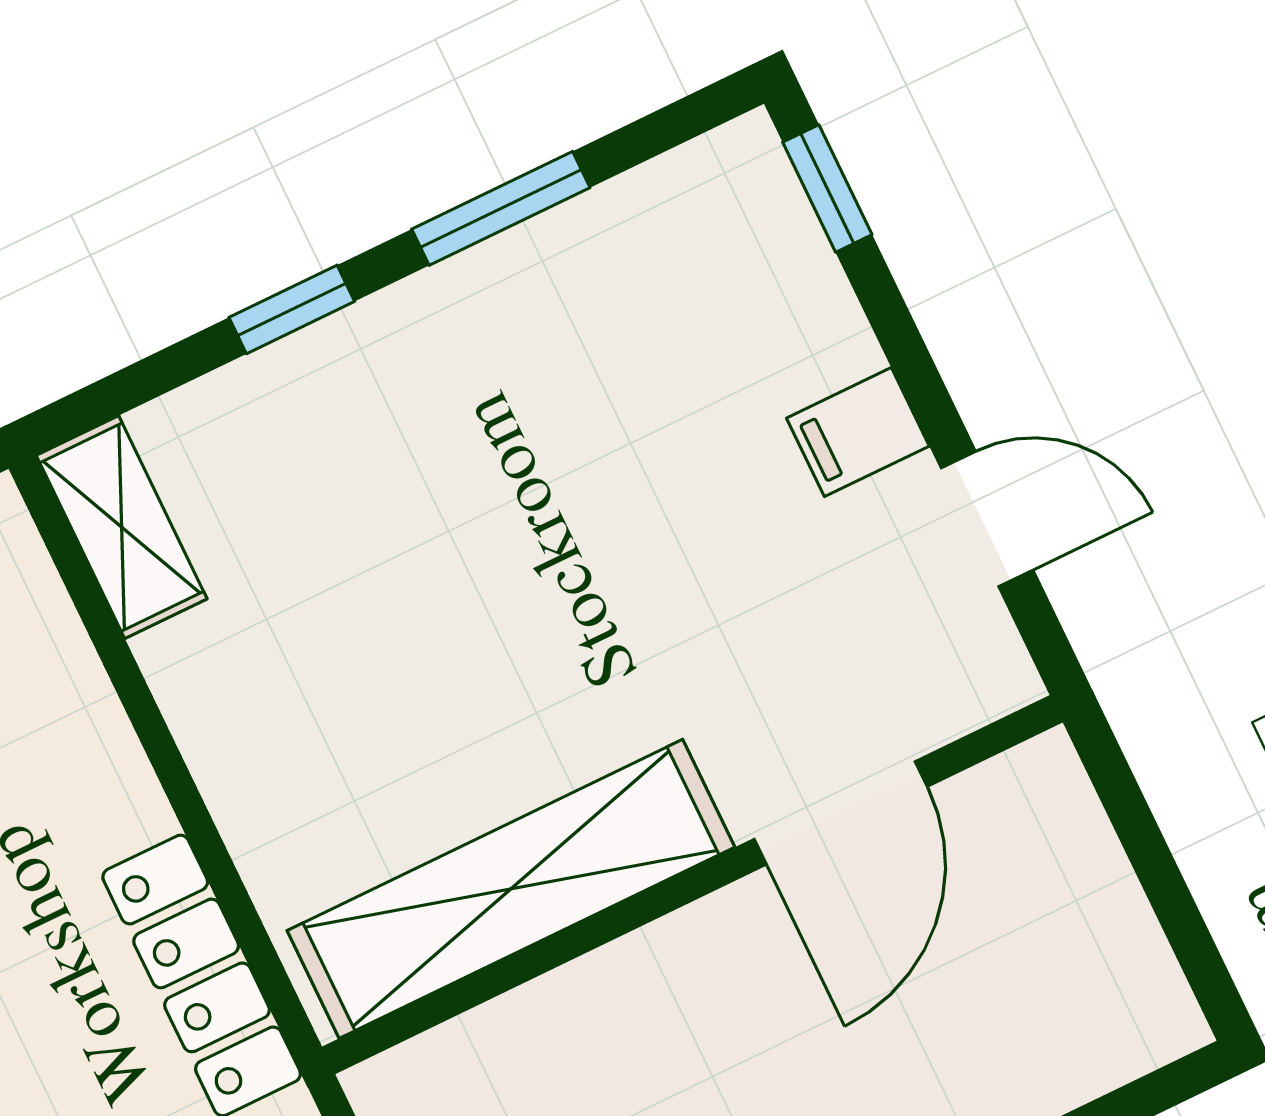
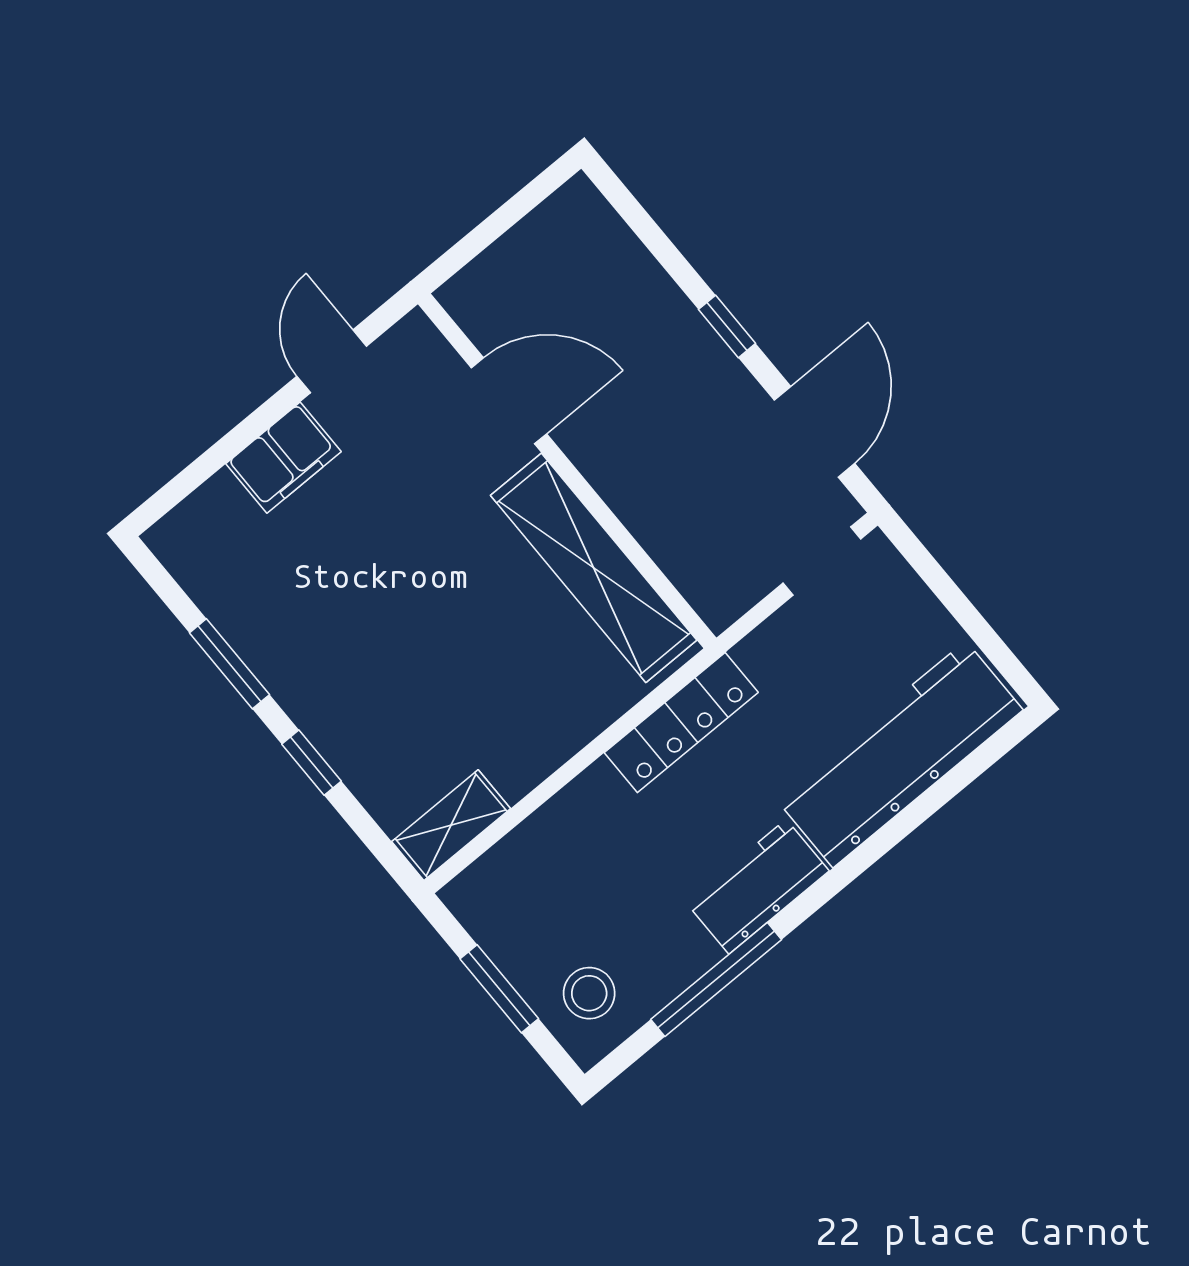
window: (827, 188) -> (175, 491), removed
filing cabinet: (858, 432) -> (284, 458), width x2.00

